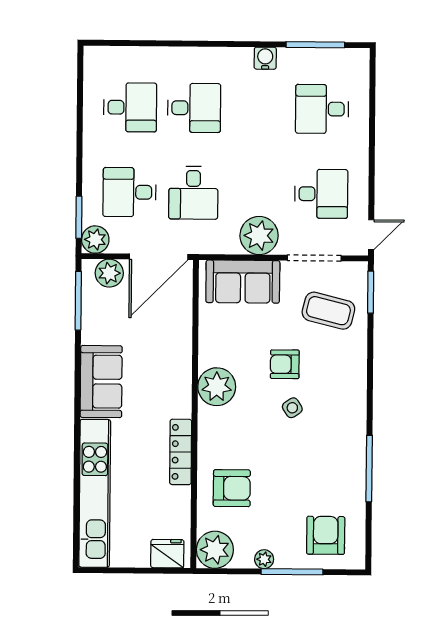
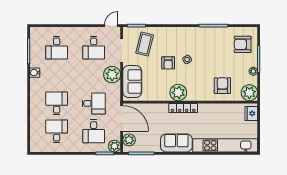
desk: (321, 194) -> (94, 48), turned 180
door: (371, 235) -> (111, 26), hinge flipped
locker: (181, 452) -> (183, 108), moved

